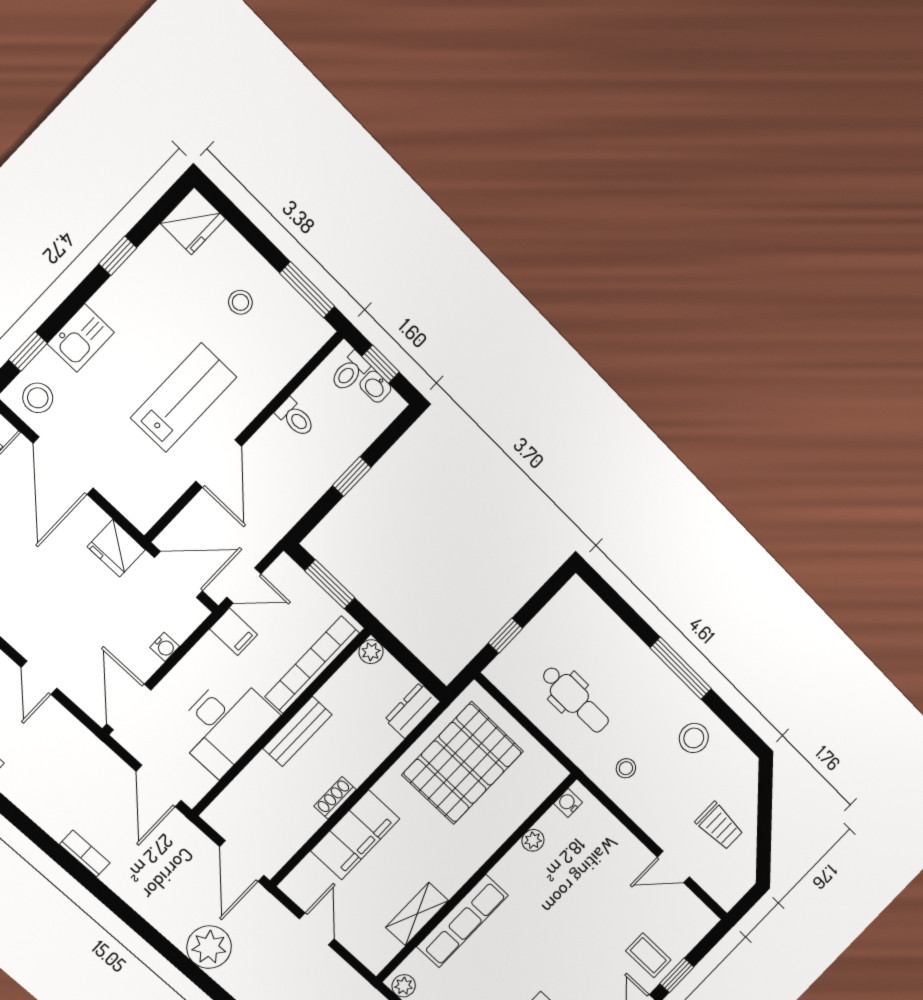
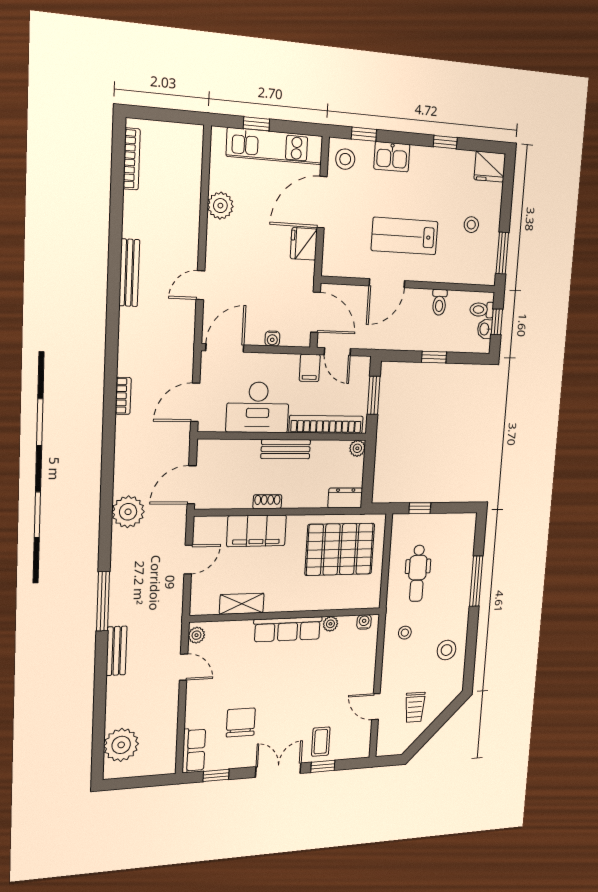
lab bench: (184, 397) -> (405, 236), turned 180
fridge: (116, 548) -> (304, 244), moved
window: (681, 668) -> (476, 581), moved
row of seats: (462, 921) -> (288, 629), moved

